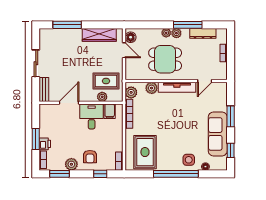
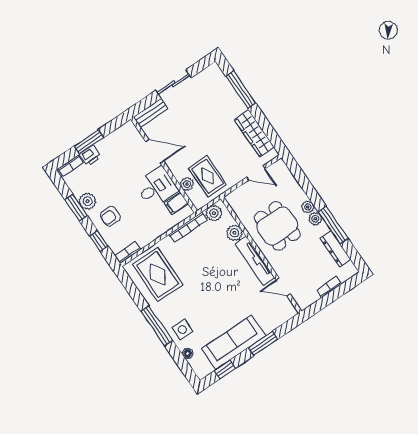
floor lamp: (131, 37) -> (276, 170), removed
door: (124, 50) -> (256, 173), hinge flipped
rug: (145, 152) -> (158, 274), turned 90
window: (59, 174) -> (76, 208), moved
window: (176, 174) -> (157, 326), width x0.68

